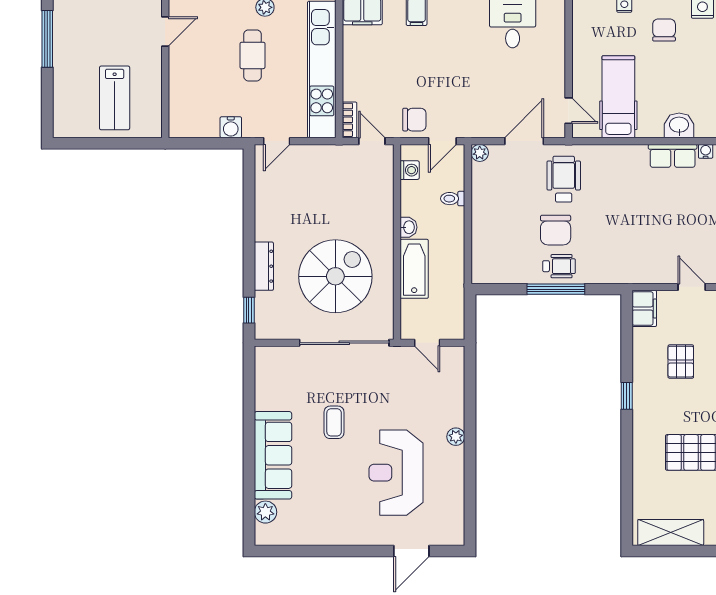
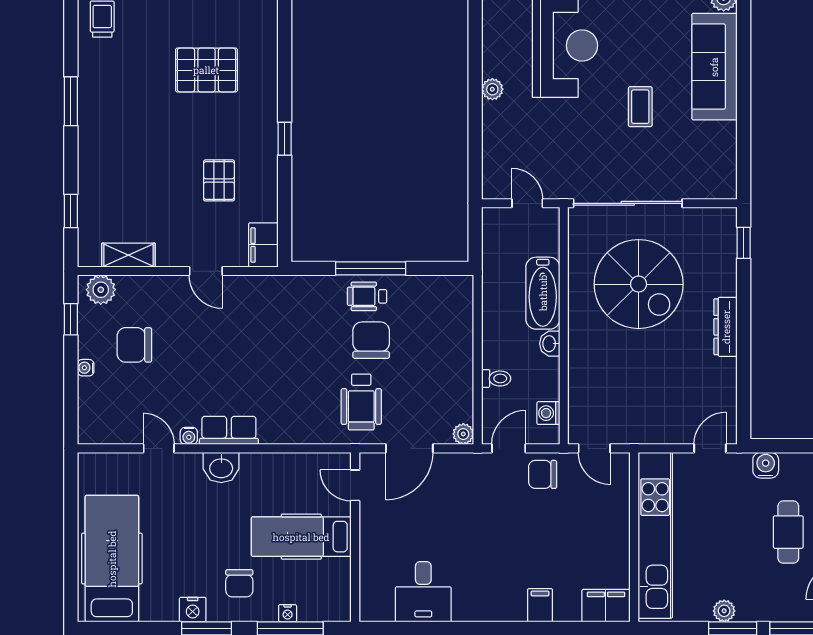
cafe table: (253, 55) -> (788, 532), moved
hospital bed: (618, 97) -> (301, 537), moved, turned 90
bookcase: (349, 120) -> (621, 474), removed
dresser: (264, 266) -> (726, 327), moved
spiral stairs: (335, 276) -> (639, 284), turned -90

